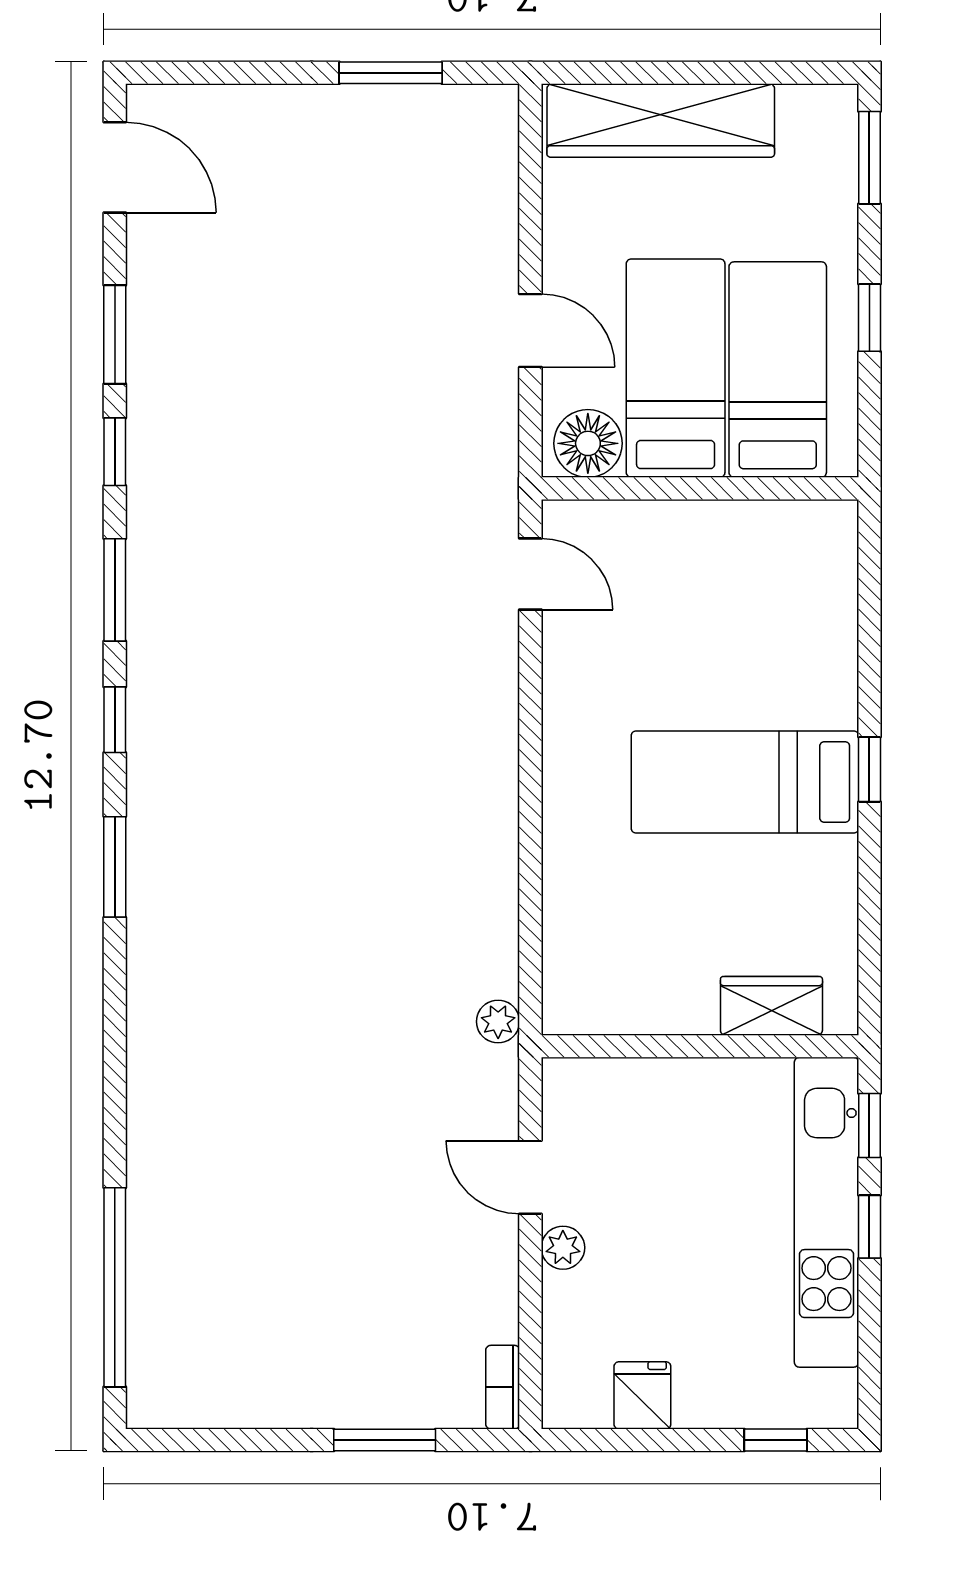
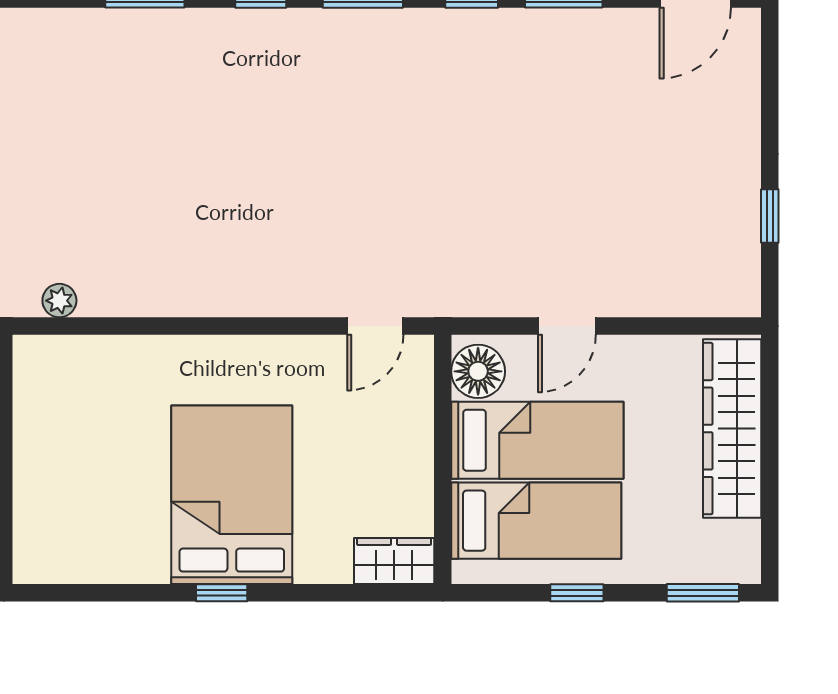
window: (391, 73) -> (770, 216), width x0.67
bed: (745, 782) -> (232, 495), width x1.50
wardrobe: (771, 1006) -> (394, 561), moved, turned -90
plant: (498, 1022) -> (59, 301), moved

